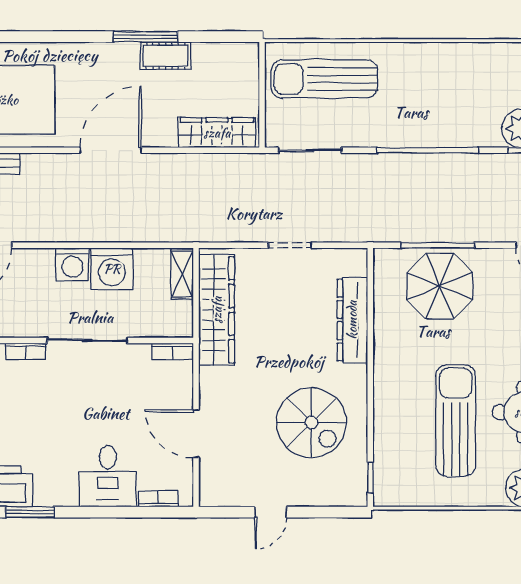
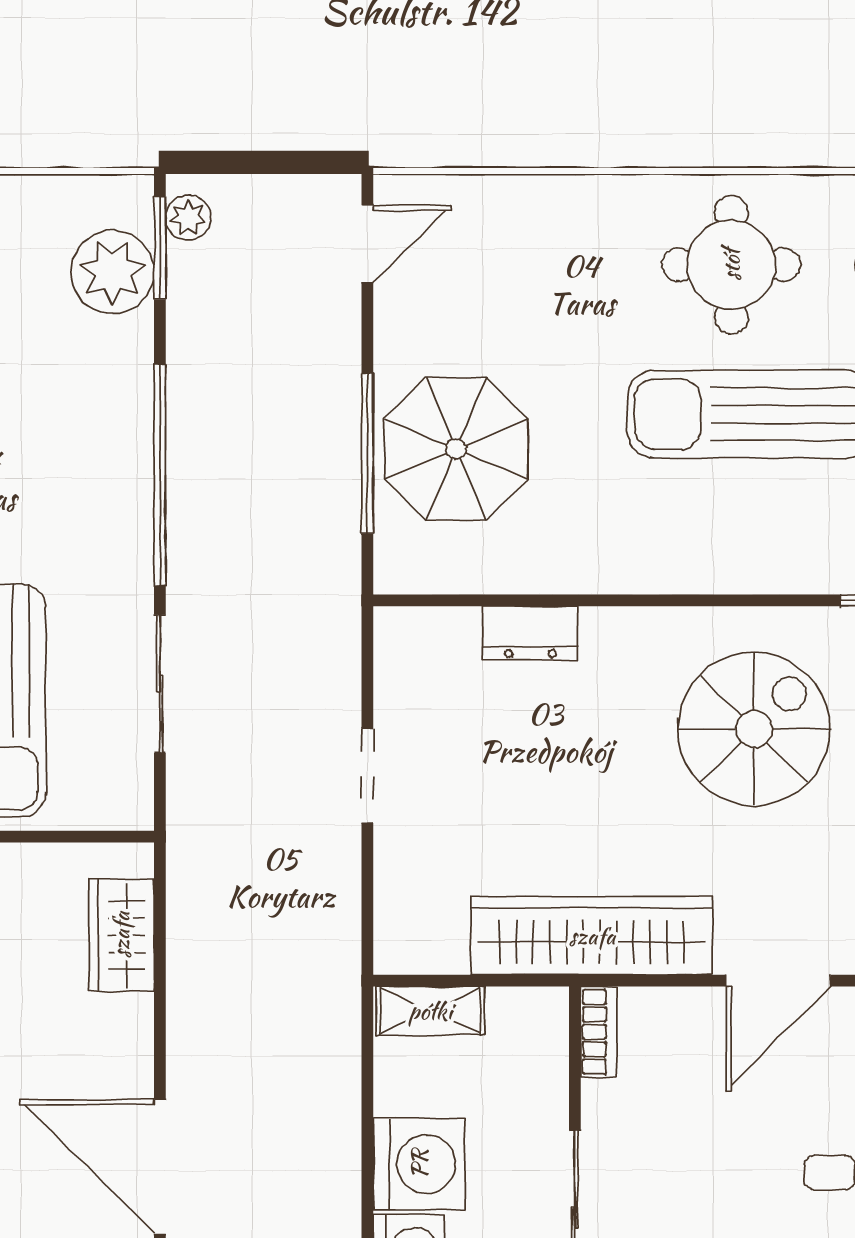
wardrobe: (217, 133) -> (121, 935), width x0.67
sliding door: (310, 150) -> (160, 684), moved
wardrobe: (217, 310) -> (592, 936), moved
dresser: (352, 320) -> (530, 633), width x0.51, depth x0.80

